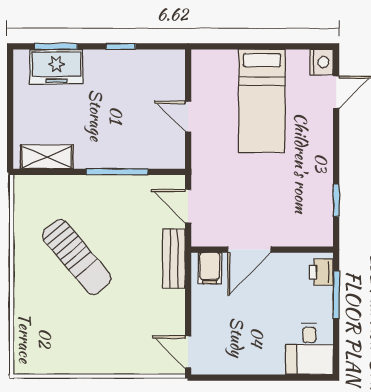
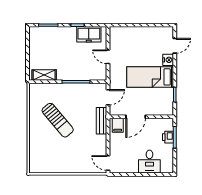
nightstand: (321, 62) -> (168, 60), moved
freezer: (56, 67) -> (89, 34), moved
bed: (262, 101) -> (150, 77), moved, turned 90
door: (188, 206) -> (108, 97), swing flipped
printer: (321, 272) -> (168, 137), moved
desk: (309, 349) -> (149, 162), moved

